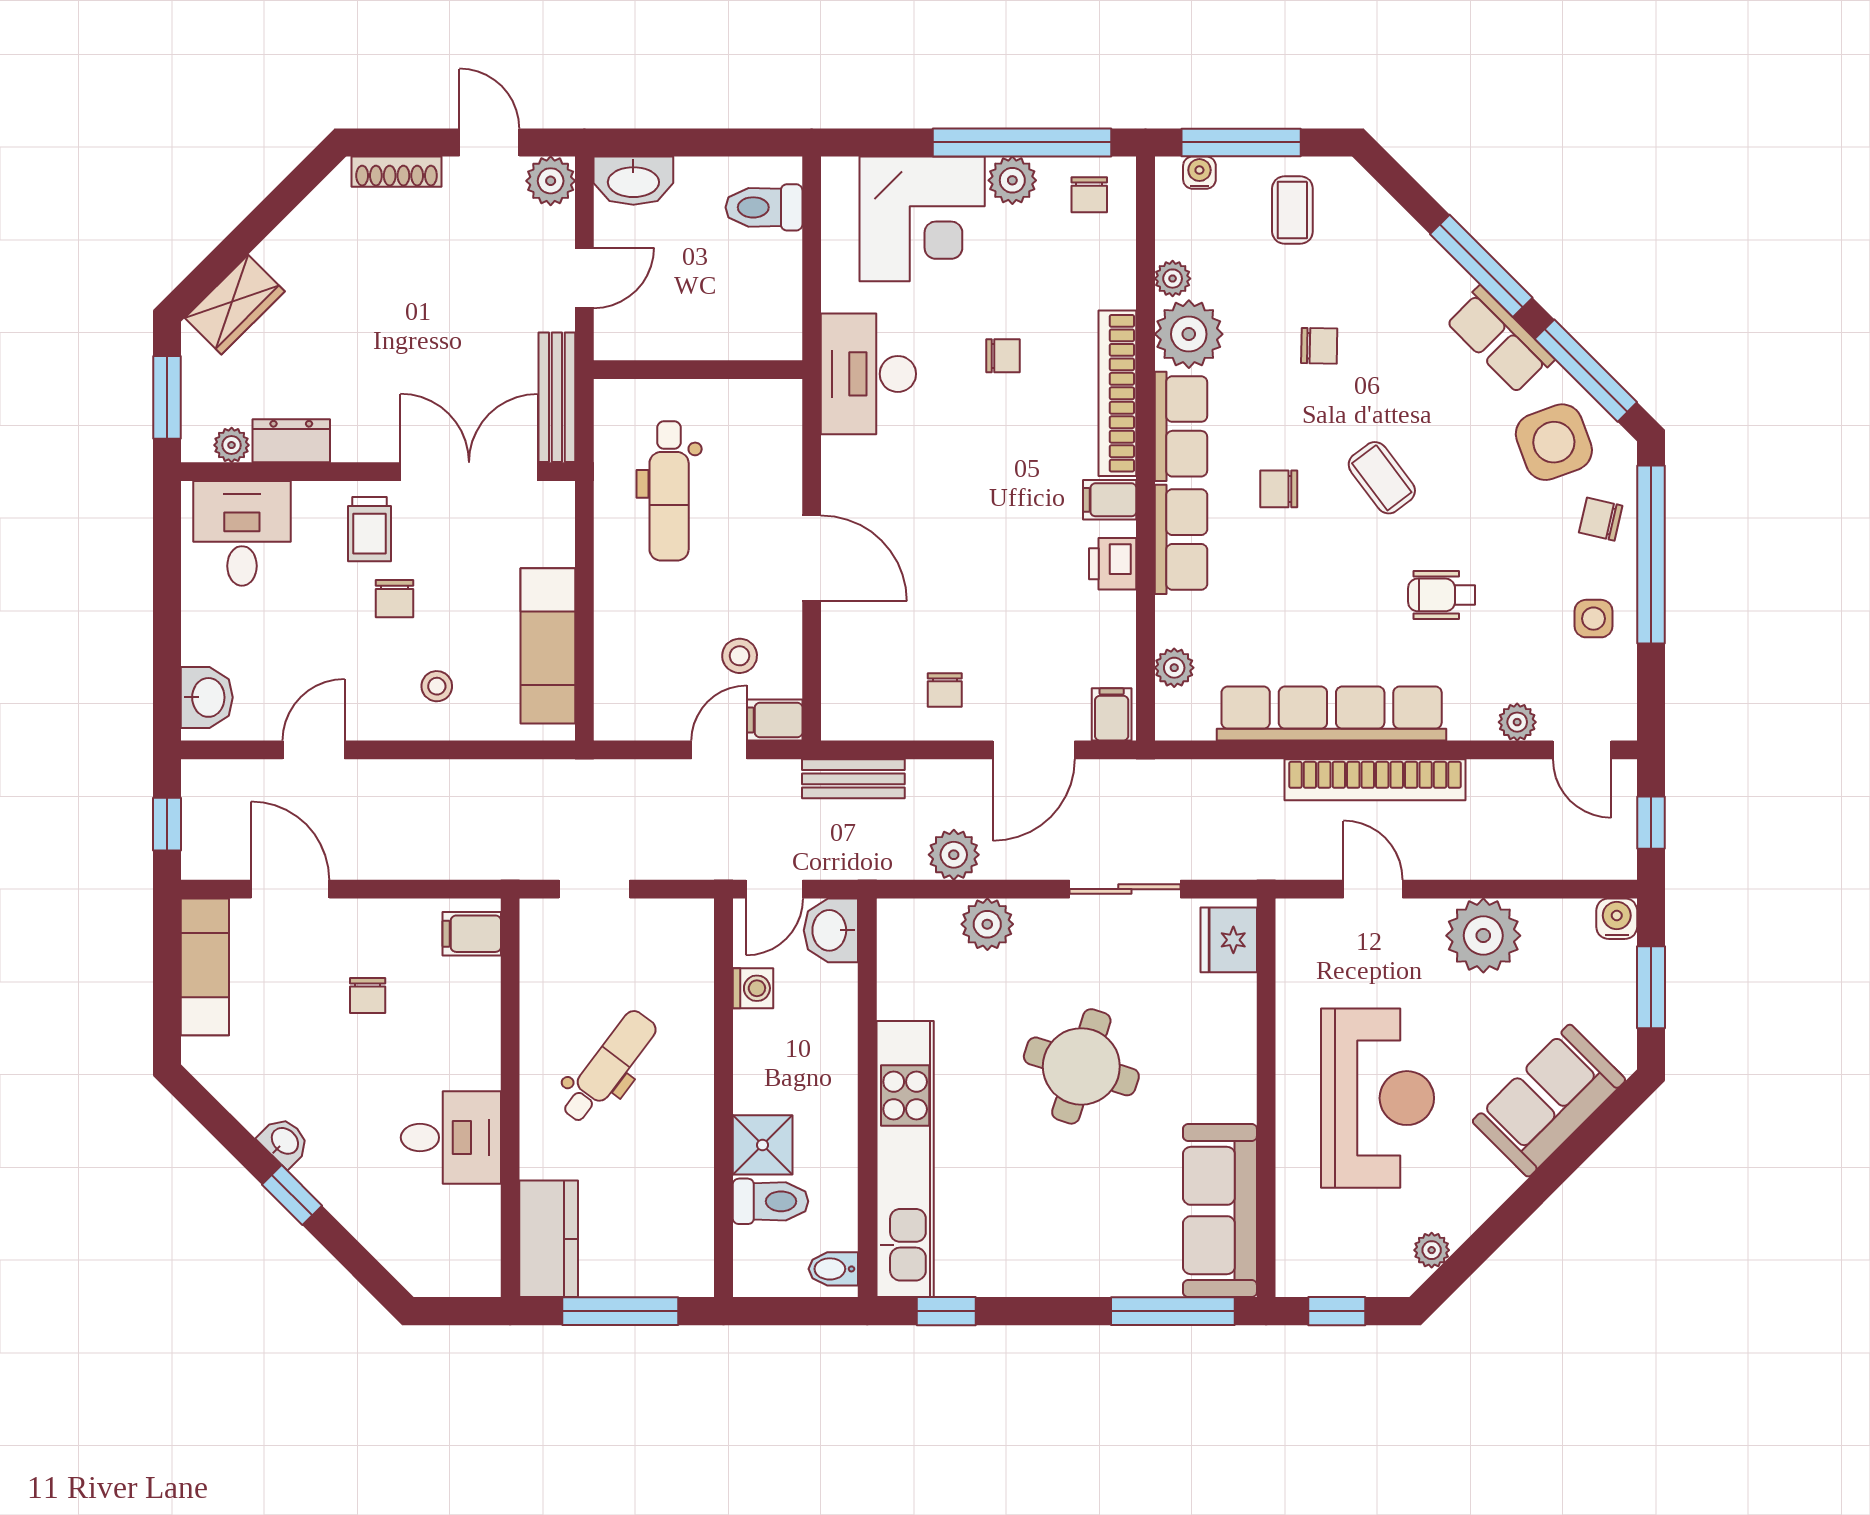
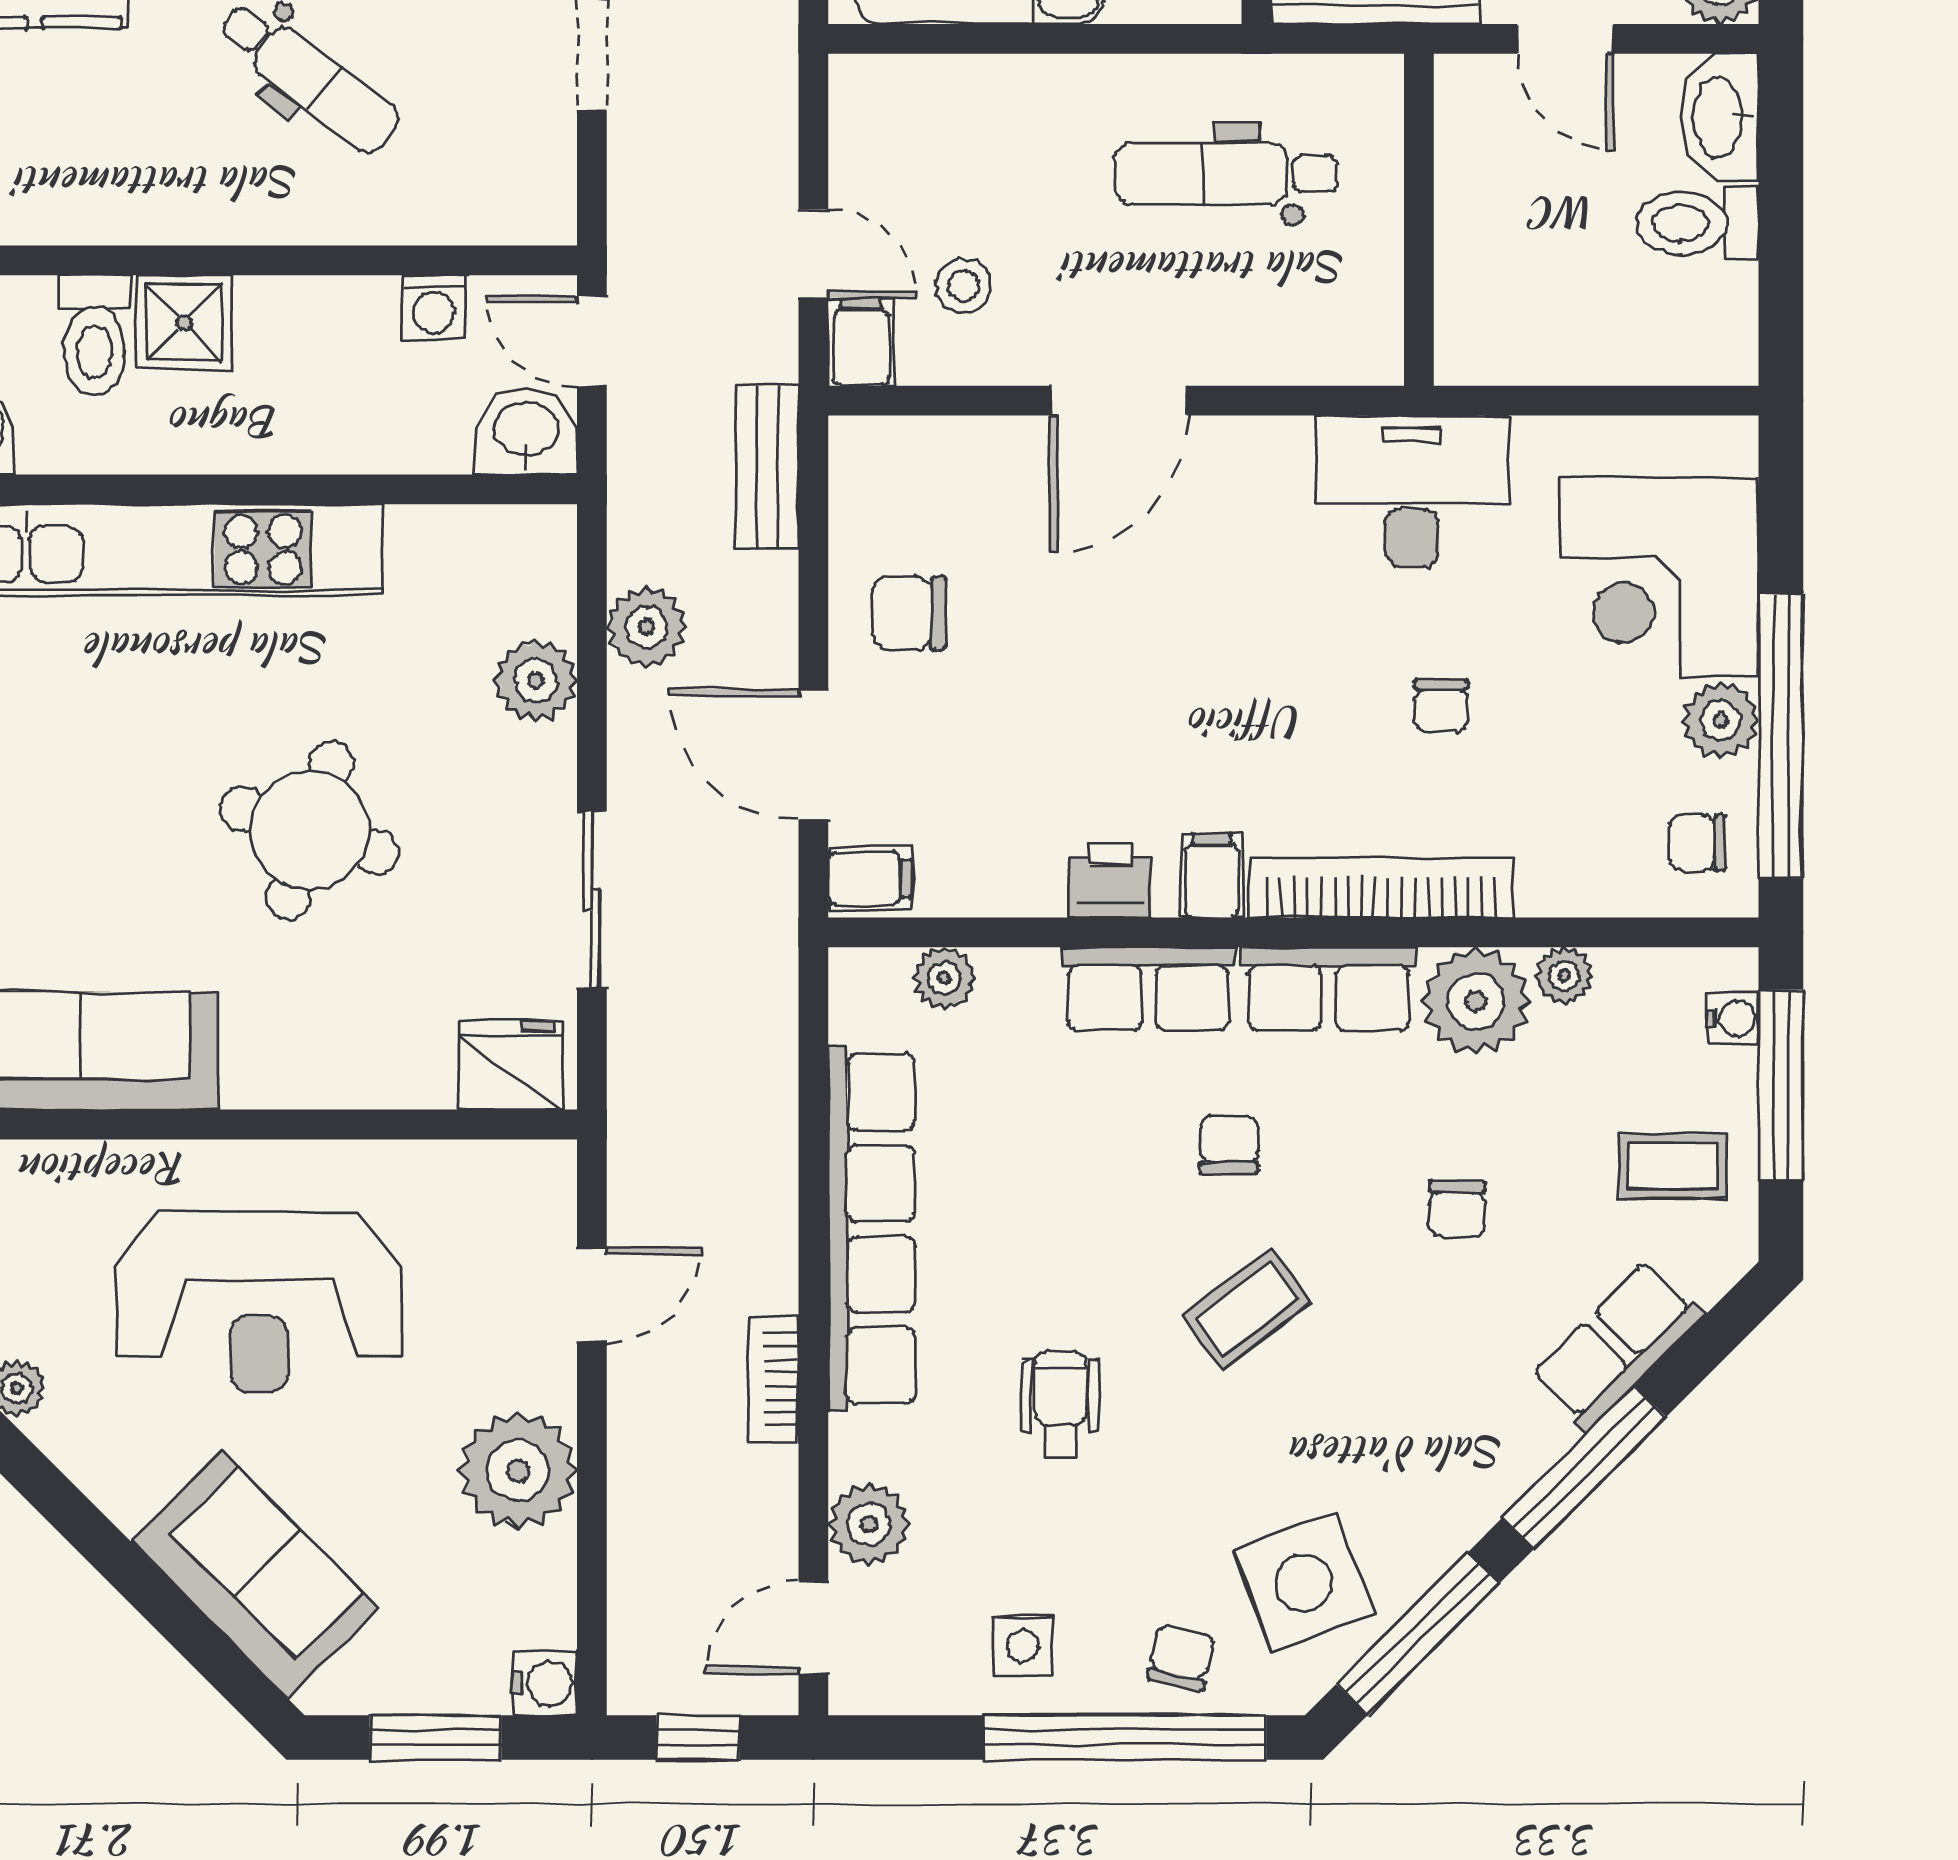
toilet: (764, 207) -> (1698, 223), moved, turned -90
row of seats: (1500, 340) -> (1617, 1345), moved
chair: (945, 690) -> (909, 613), width x1.37, depth x1.37
plant: (1517, 722) -> (869, 1524), width x1.38, depth x1.38
bookcase: (1375, 780) -> (774, 1380), width x0.43, depth x0.76

